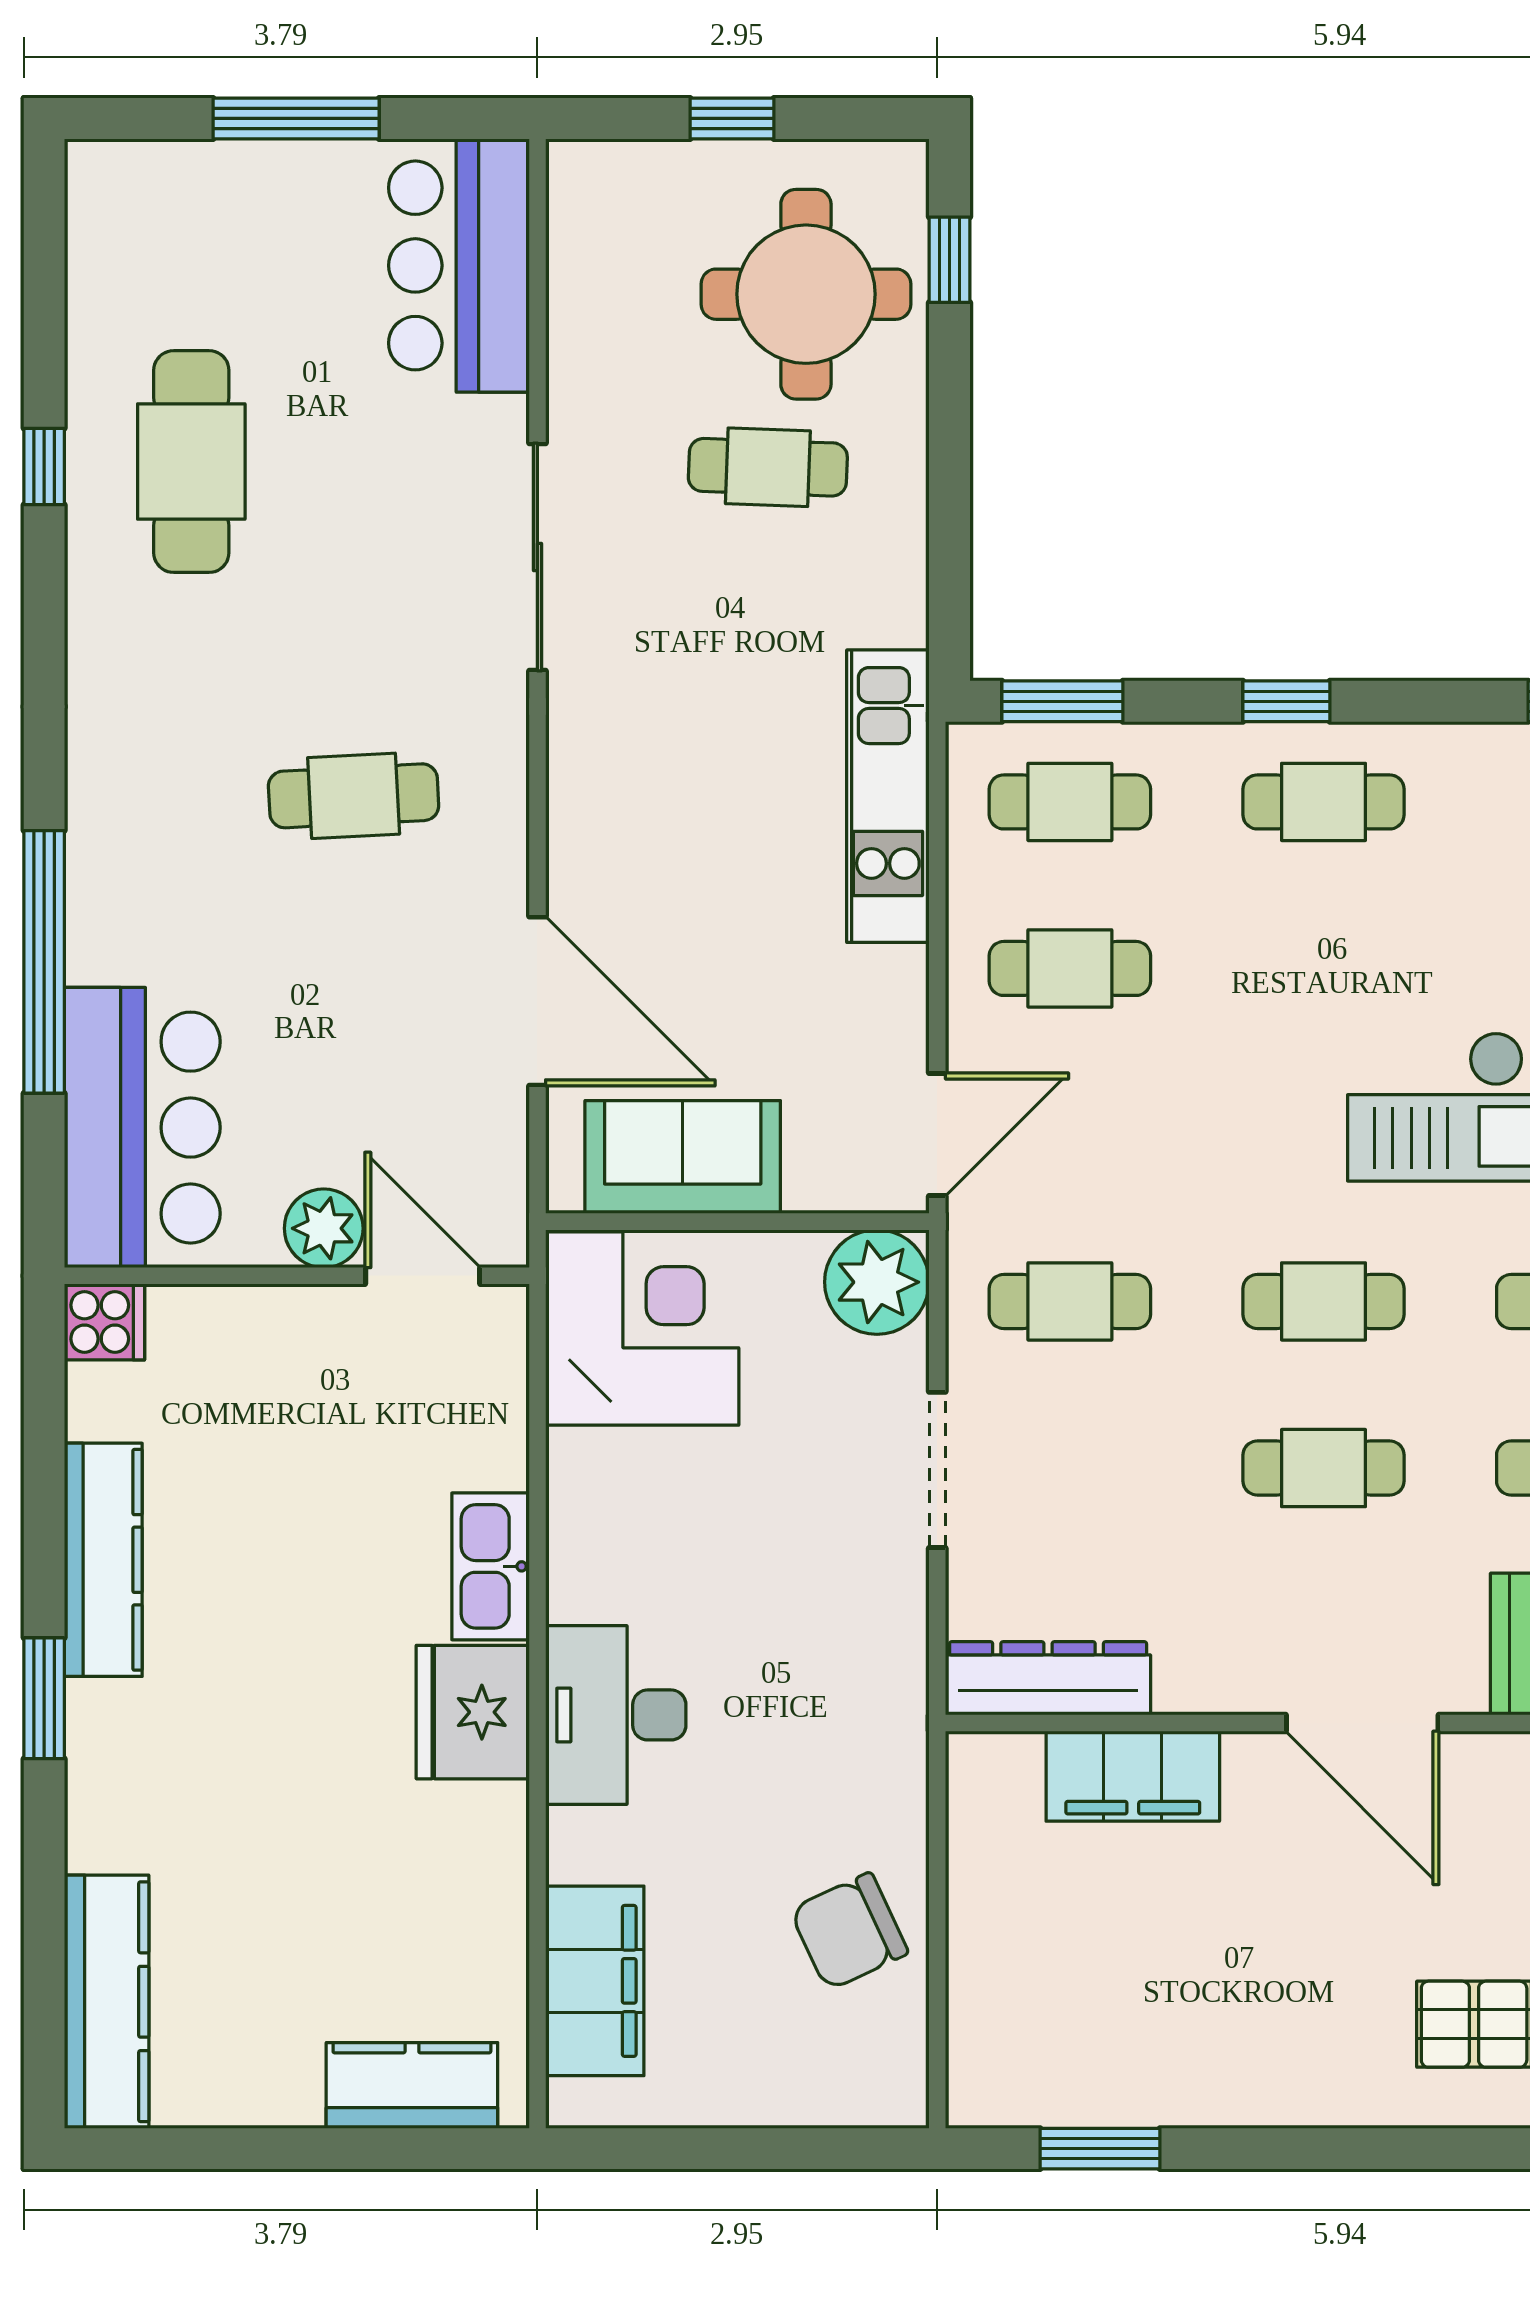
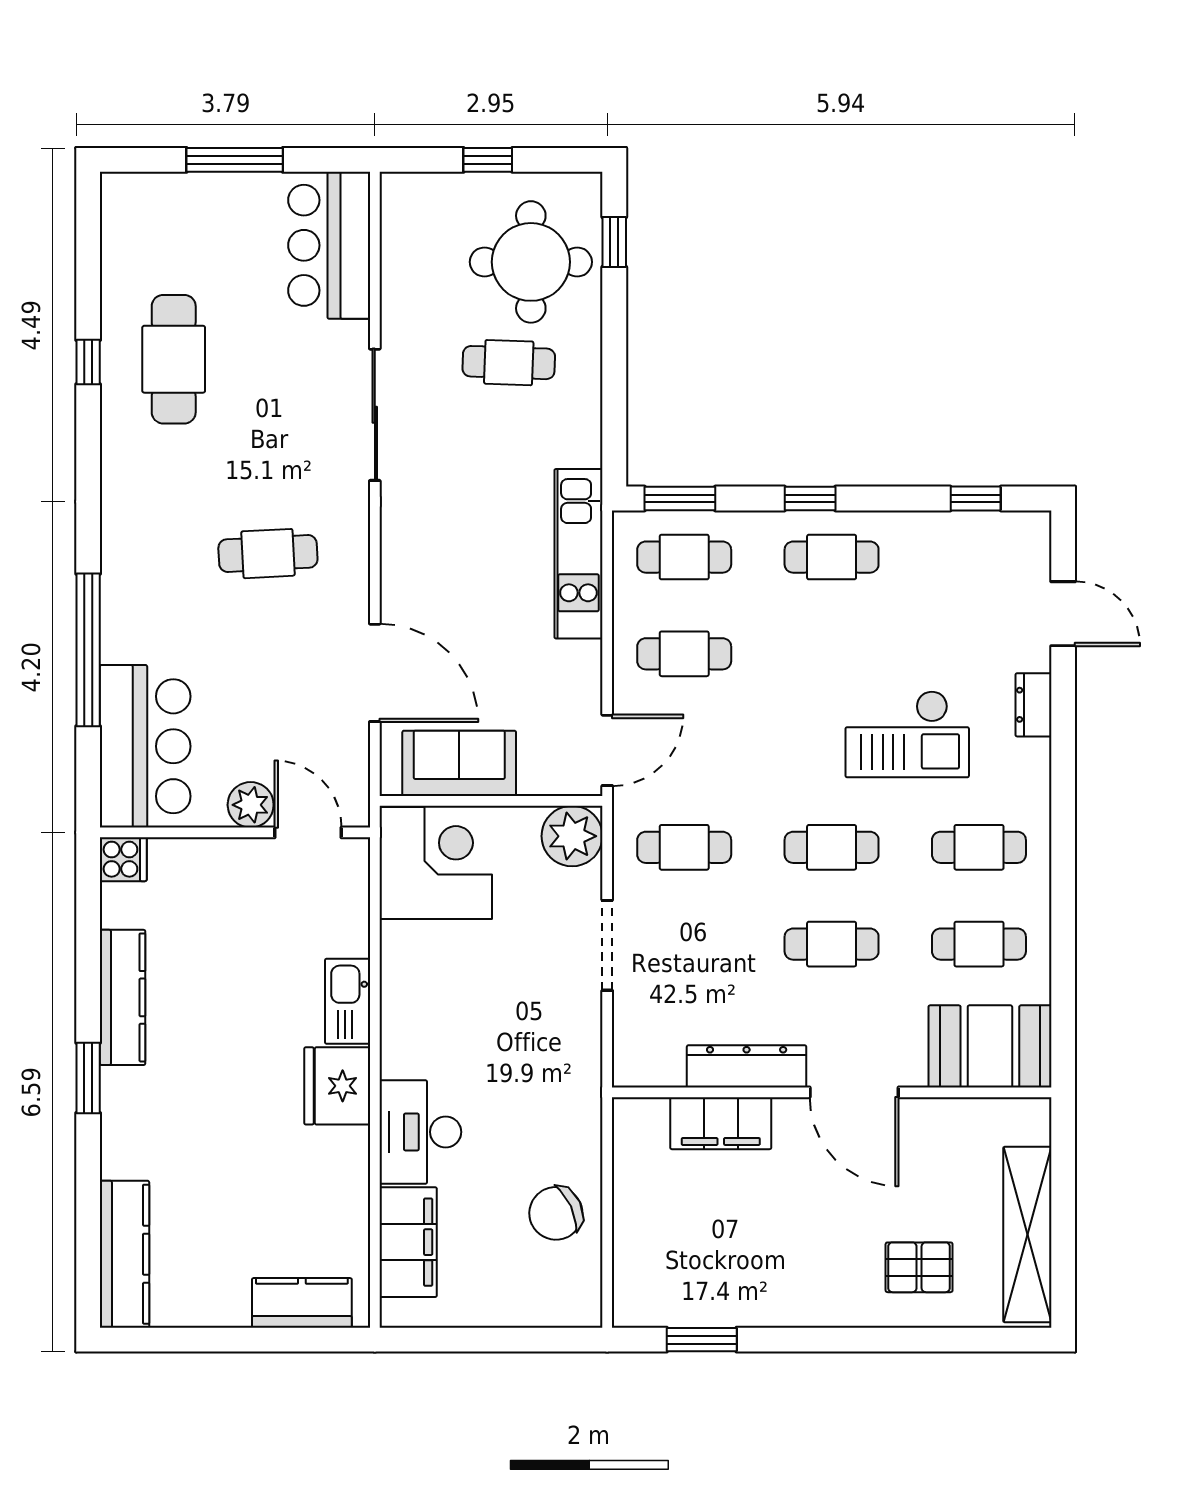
dresser: (1048, 1678) -> (747, 1066), moved
desk: (616, 1715) -> (420, 1132), moved

